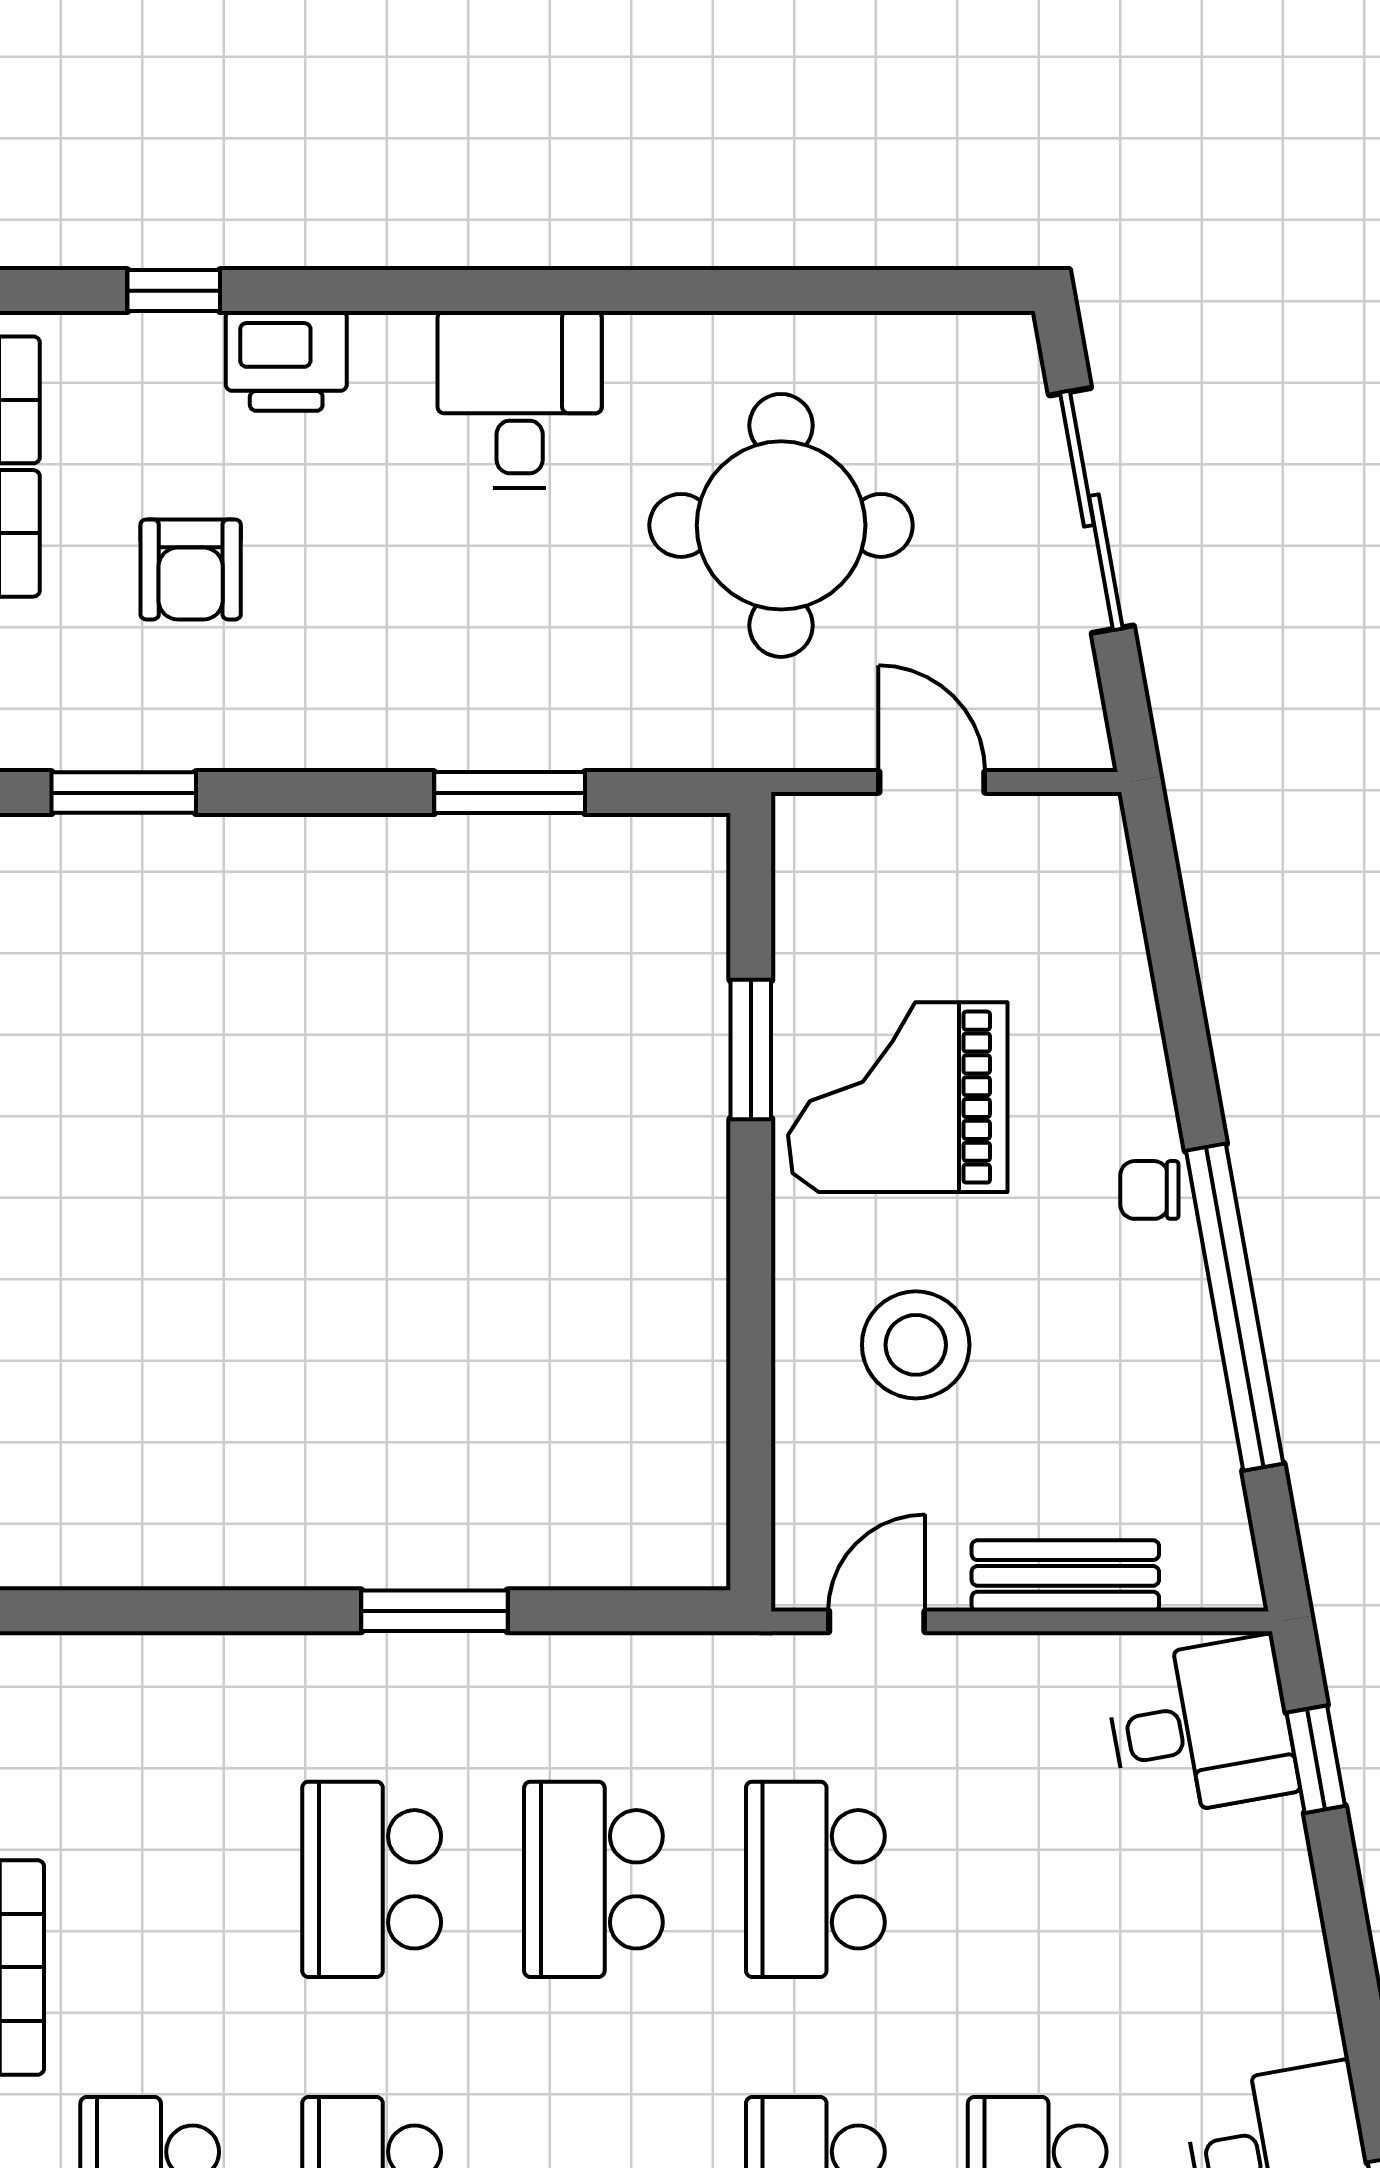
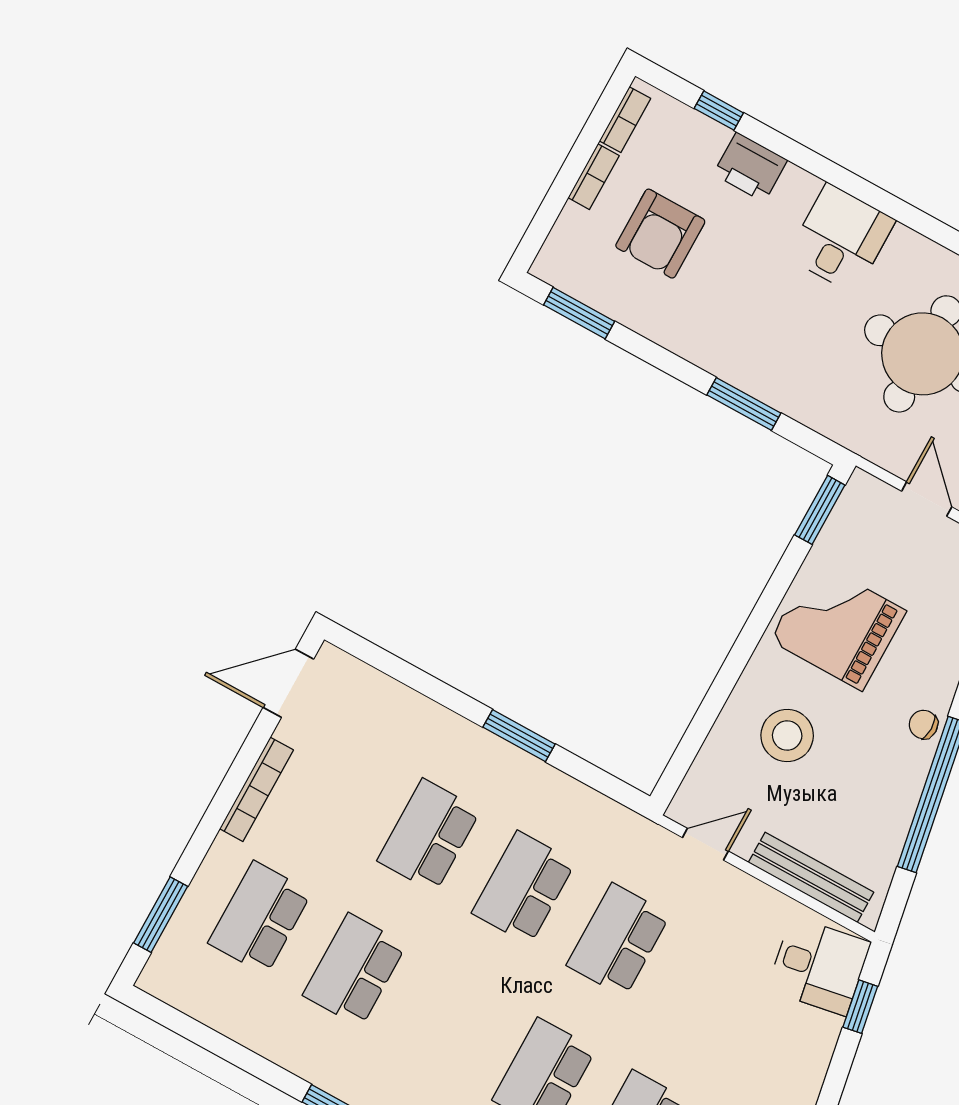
armchair: (191, 569) -> (660, 234), width x1.38, depth x1.38
window: (751, 1049) -> (820, 510), moved
bench: (1065, 1576) -> (811, 877), width x1.36

